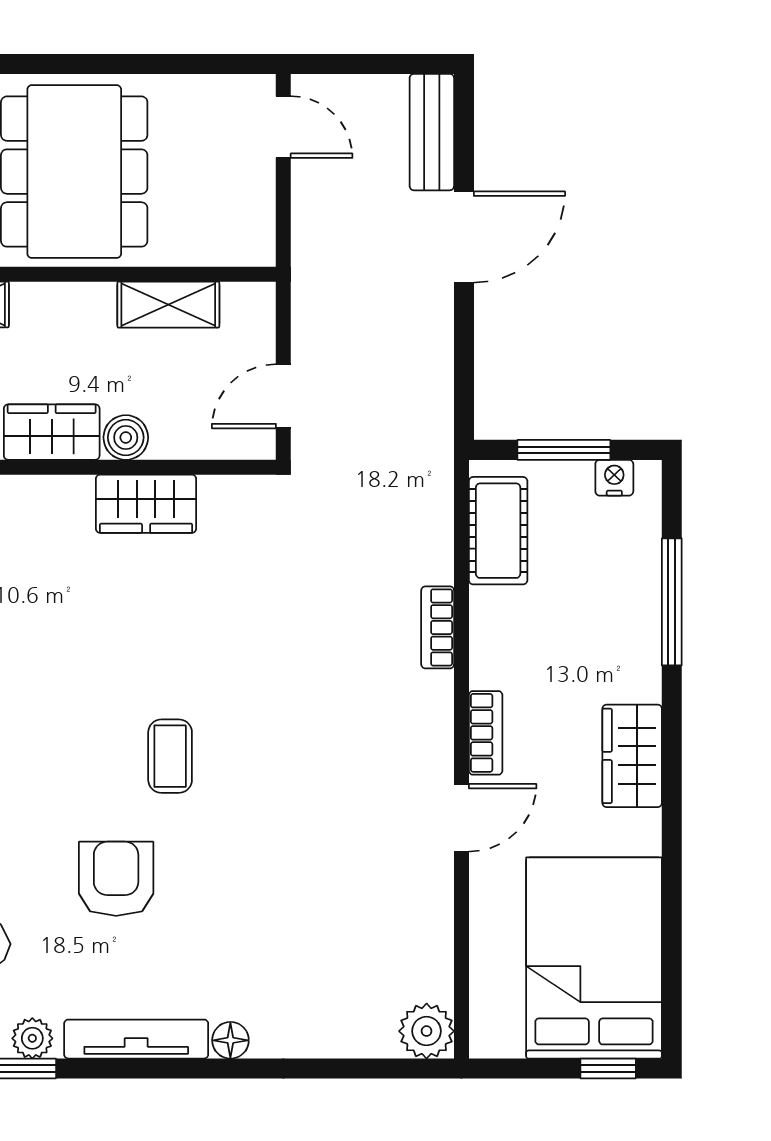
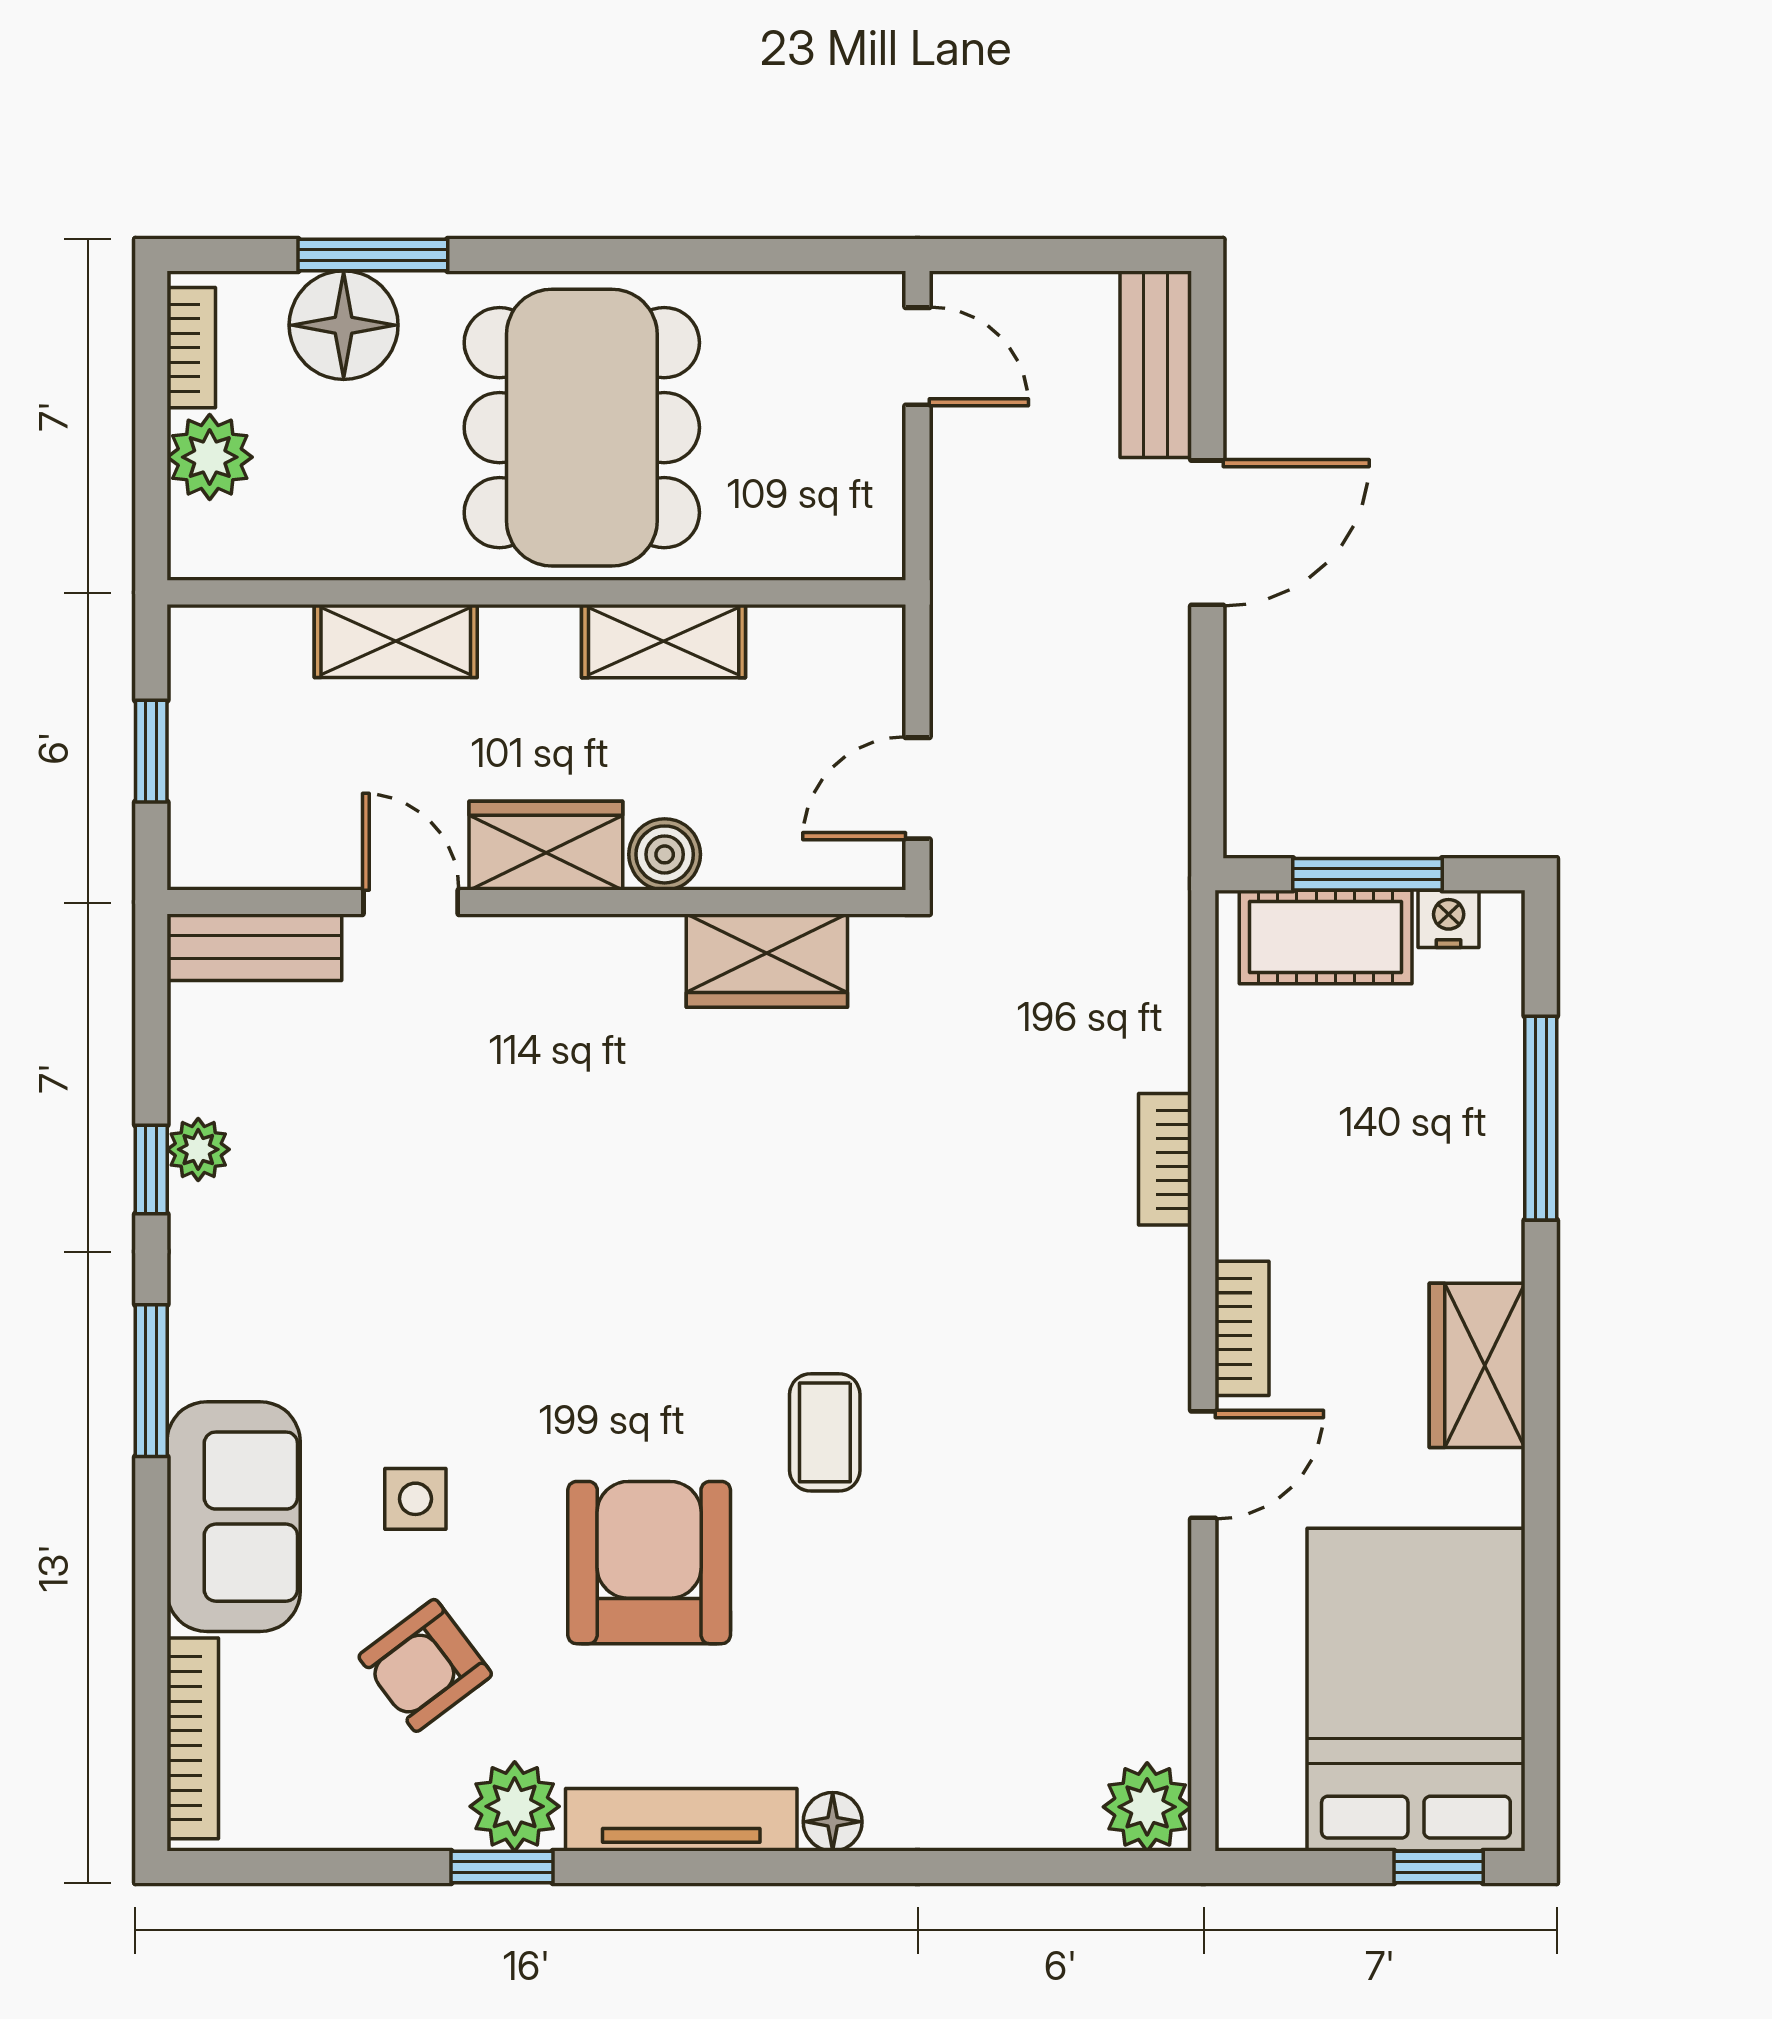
shelving: (168, 305) -> (664, 641), moved
wardrobe: (146, 504) -> (767, 961), moved
cot: (498, 531) -> (1326, 937), moved, turned 90
coffee table: (170, 756) -> (825, 1432), moved
armchair: (116, 879) -> (649, 1563), width x1.36, depth x1.36
plant: (32, 1038) -> (515, 1806), width x1.38, depth x1.38

